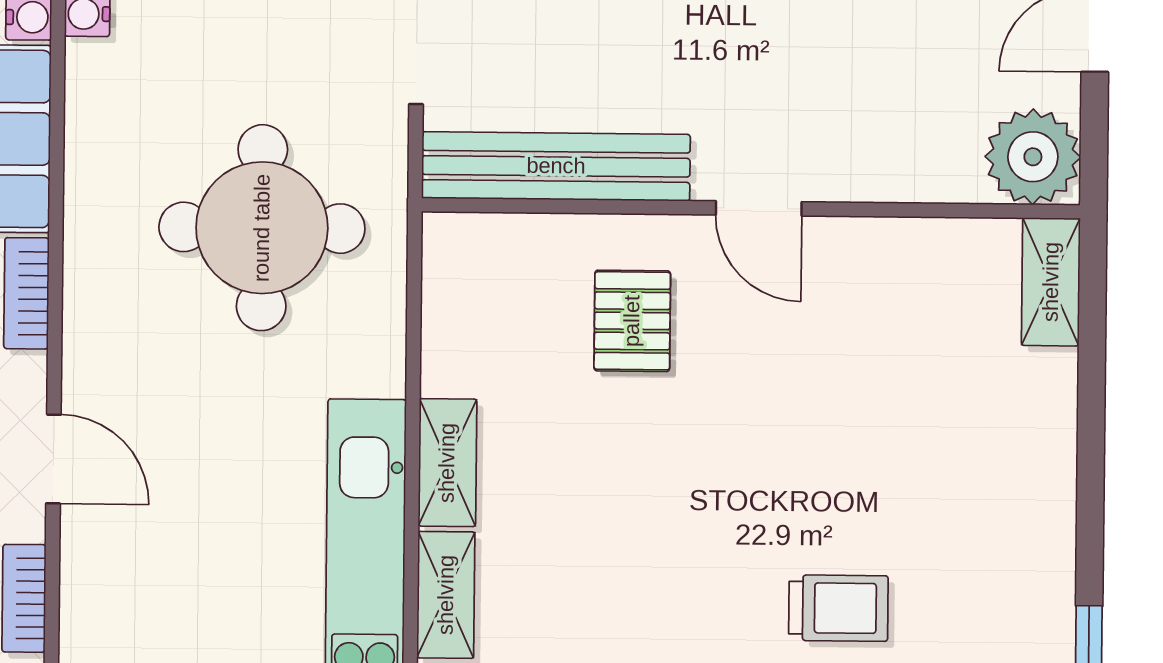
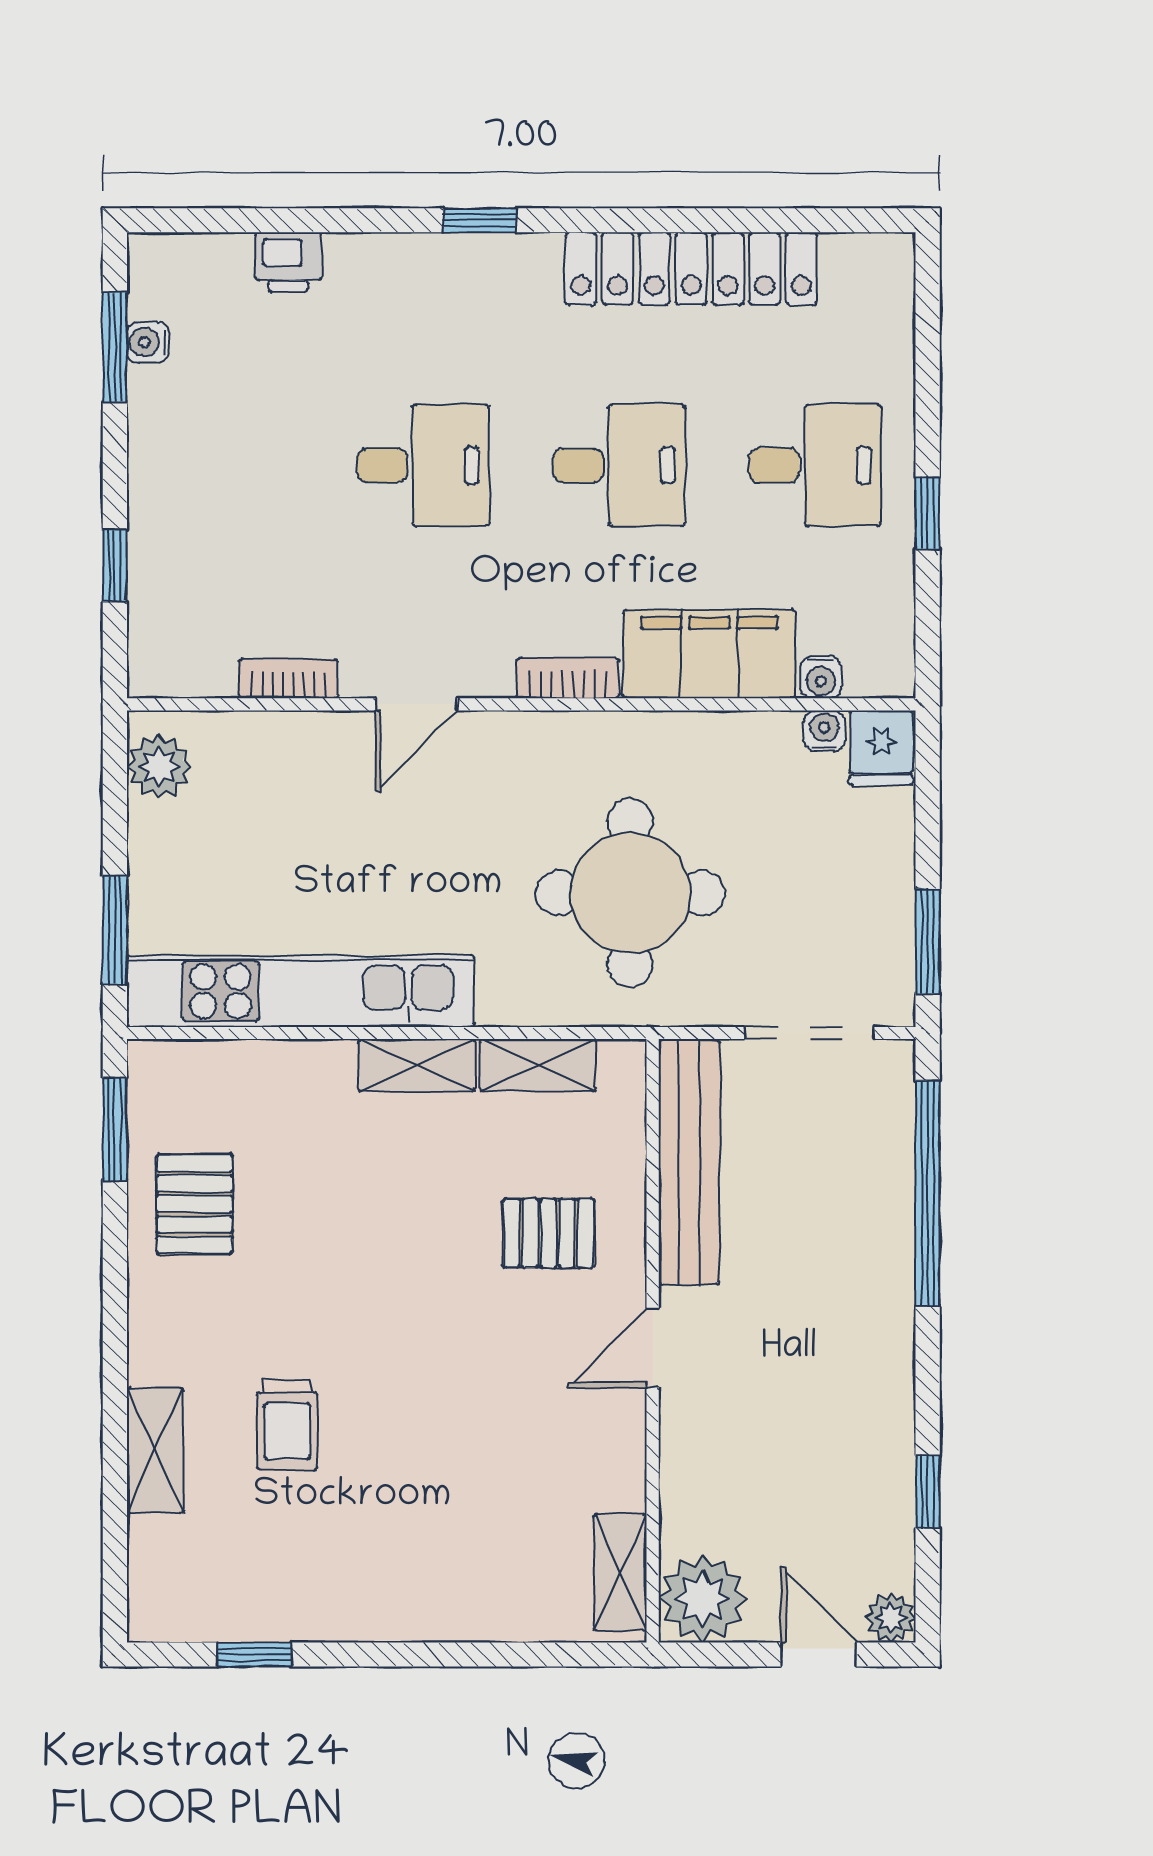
shelving: (1051, 282) -> (620, 1572), moved, turned 90
shelving: (446, 595) -> (538, 1065), moved

